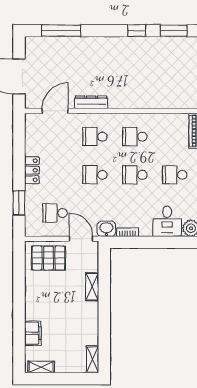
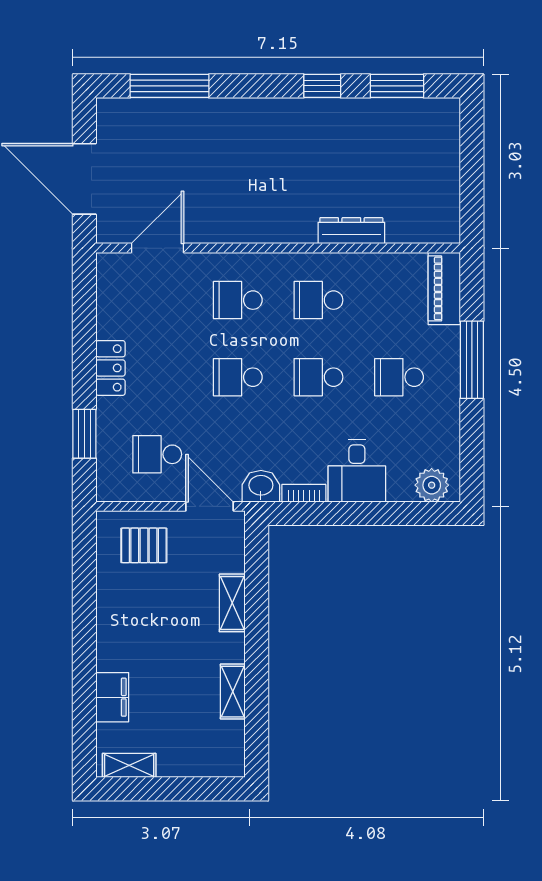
dresser: (91, 102) -> (351, 231), moved
desk: (167, 221) -> (357, 471), moved
pallet: (48, 258) -> (144, 545), width x0.67, depth x0.71
shelving: (92, 359) -> (233, 692), moved

